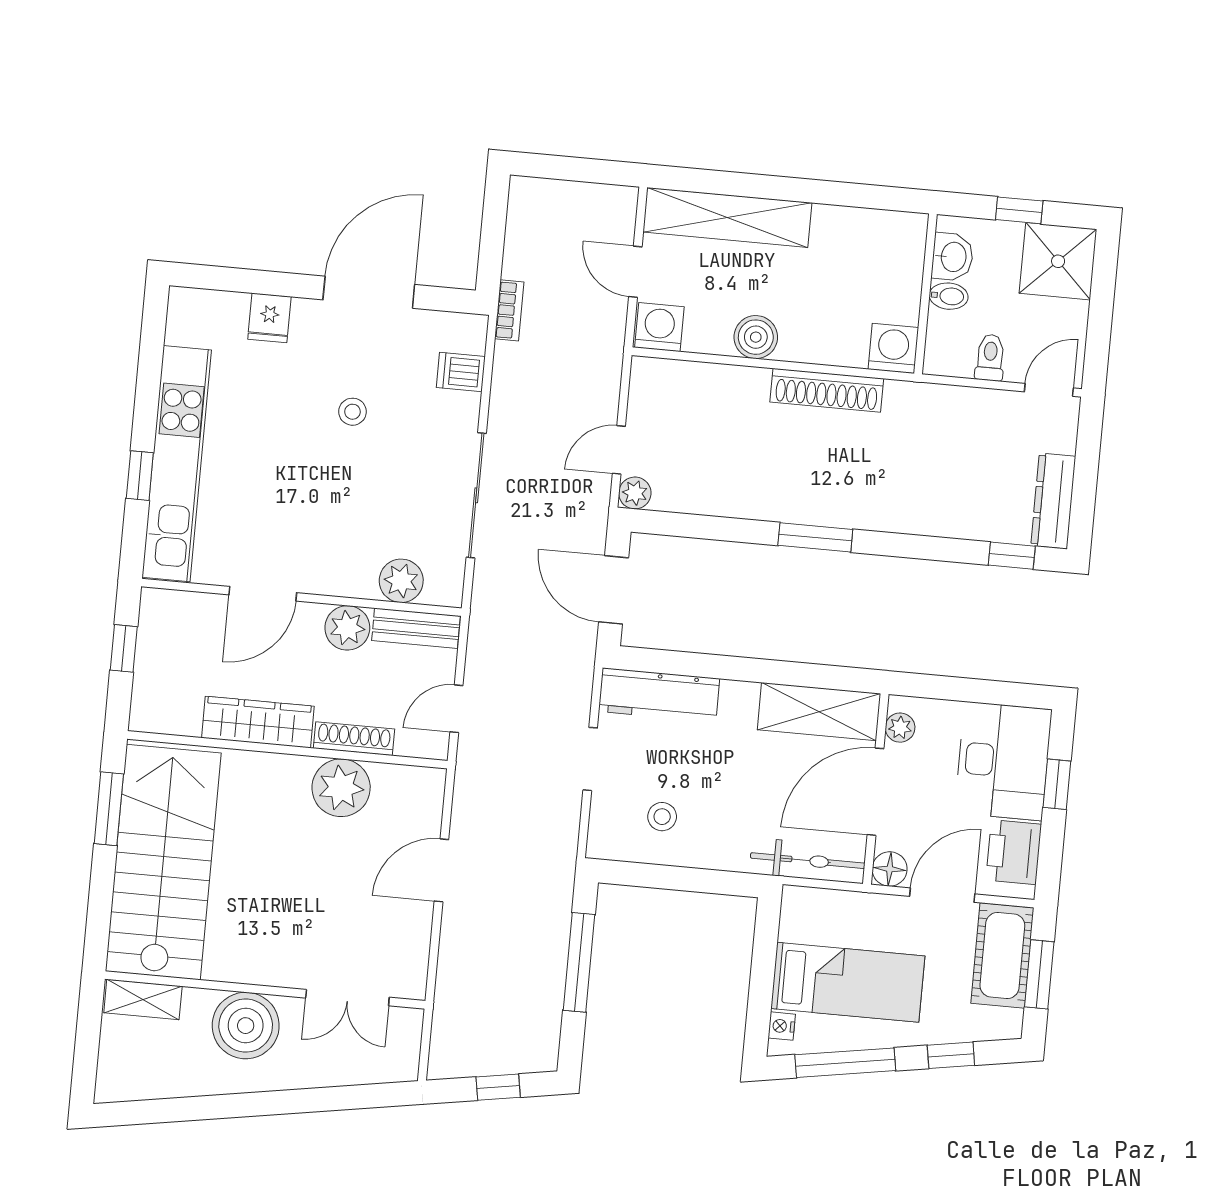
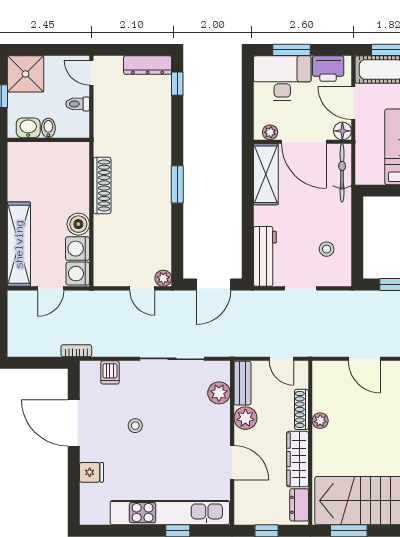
washing machine: (893, 348) -> (78, 249), moved
dresser: (168, 717) -> (299, 505), added
window: (1057, 784) -> (291, 50), width x1.50
plant: (341, 788) -> (320, 421), width x0.53, depth x0.53

